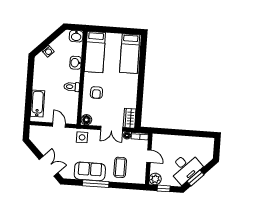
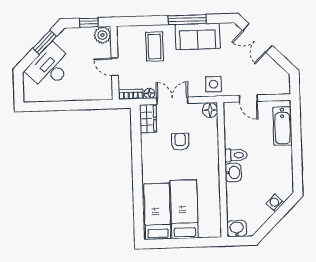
bed: (95, 52) -> (184, 209), moved
washbasin: (76, 63) -> (233, 173), moved
armchair: (96, 93) -> (180, 142), moved
desk: (185, 168) -> (50, 67), moved

